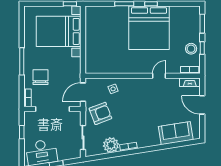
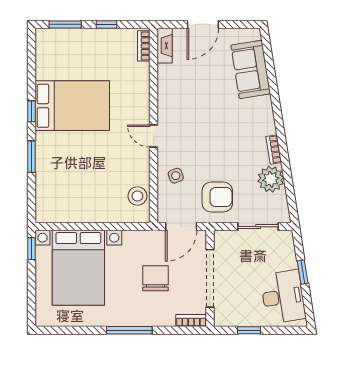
bed: (149, 28) -> (72, 106), width x0.73
stool: (191, 49) -> (137, 196), moved
door: (159, 76) -> (154, 136), moved
chair: (40, 77) -> (155, 278), moved, turned 90
door: (83, 92) -> (181, 227), hinge flipped
armchair: (100, 113) -> (217, 197), turned 111

